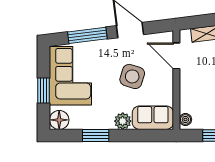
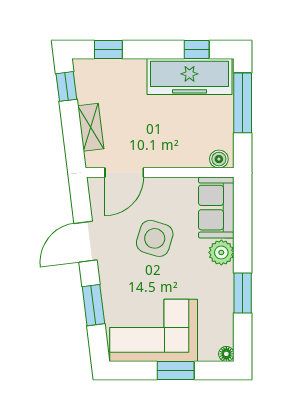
window: (87, 35) -> (93, 305), width x0.69
floor lamp: (59, 120) -> (226, 354), width x0.53, depth x0.53

